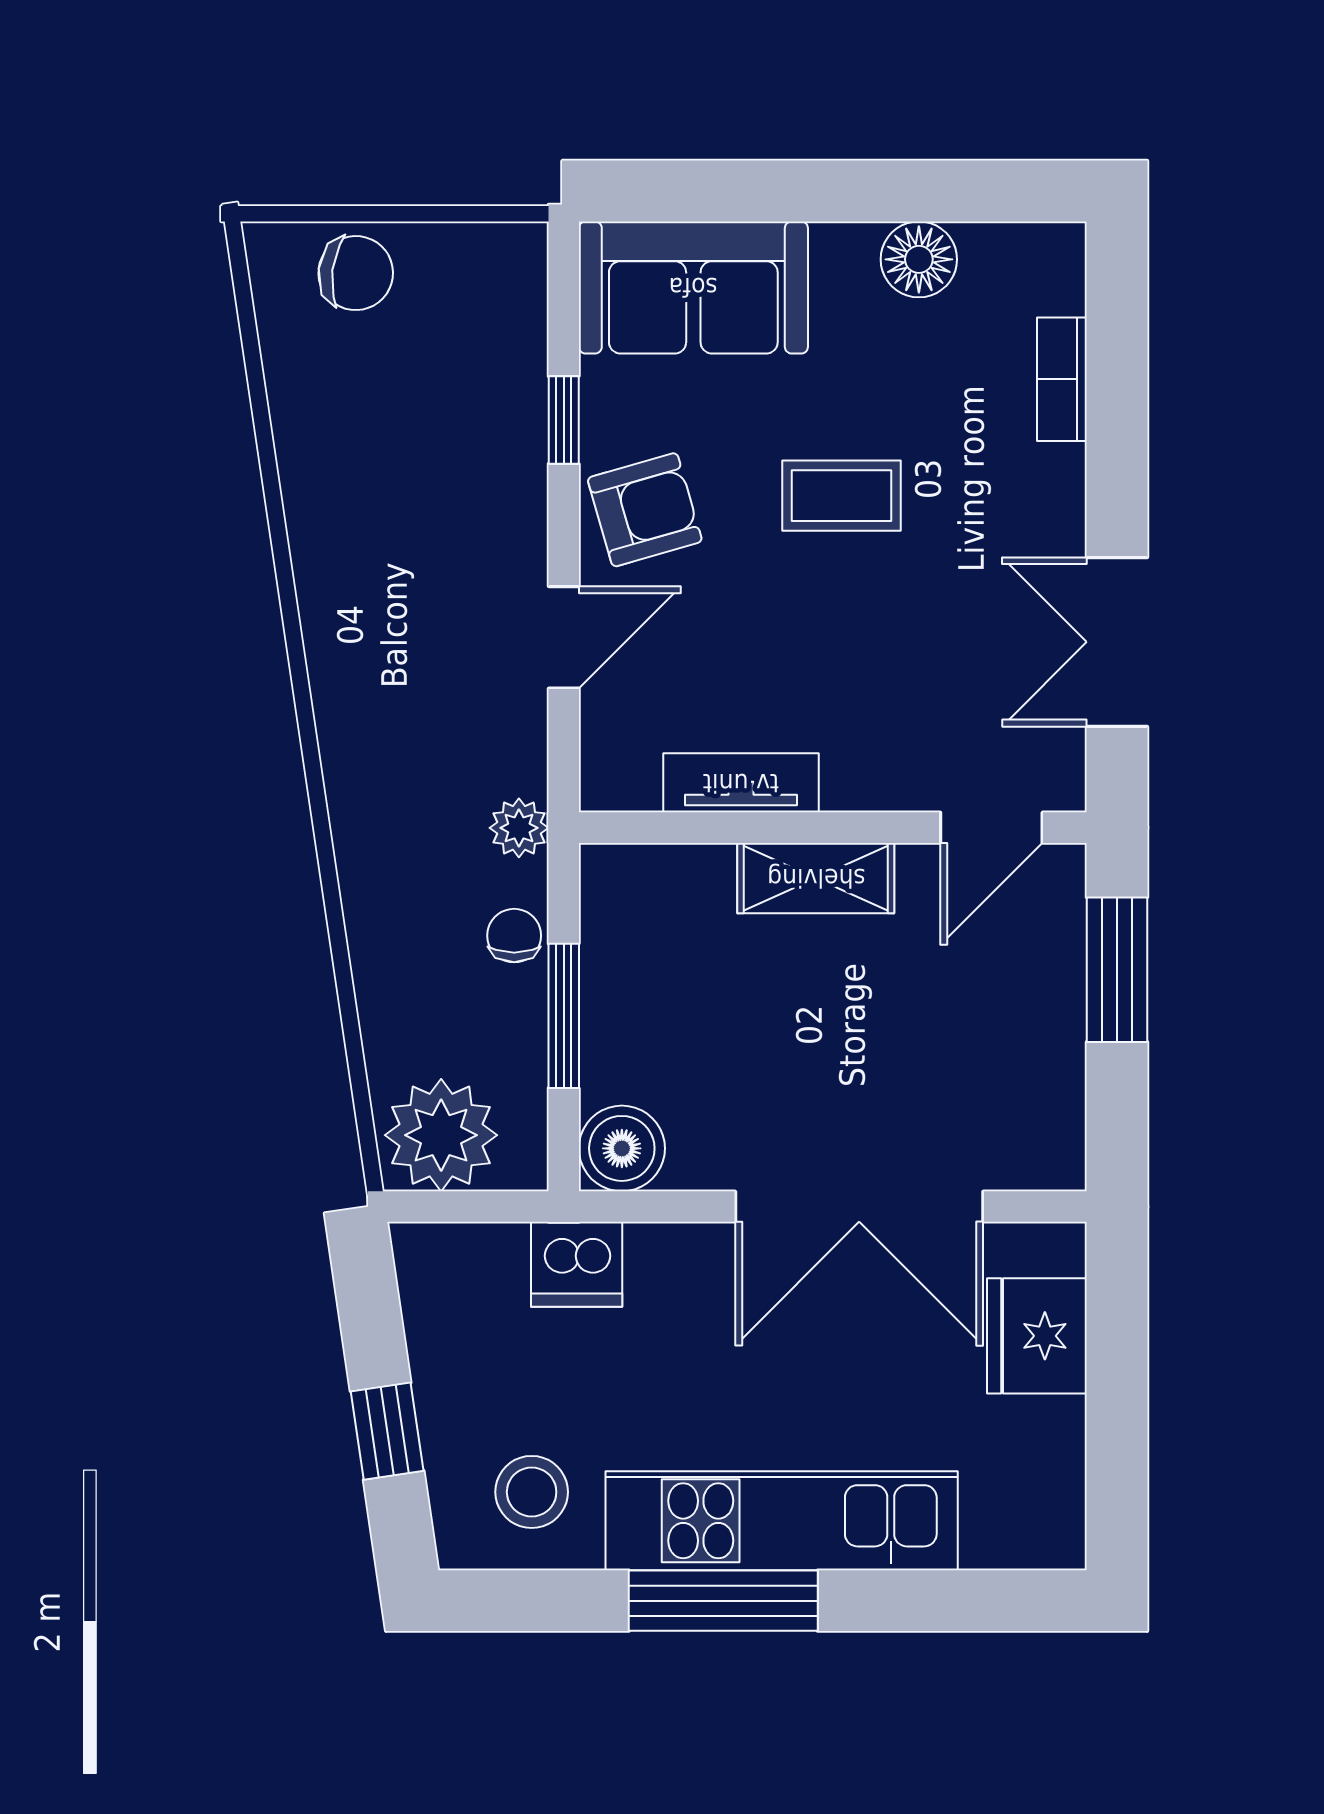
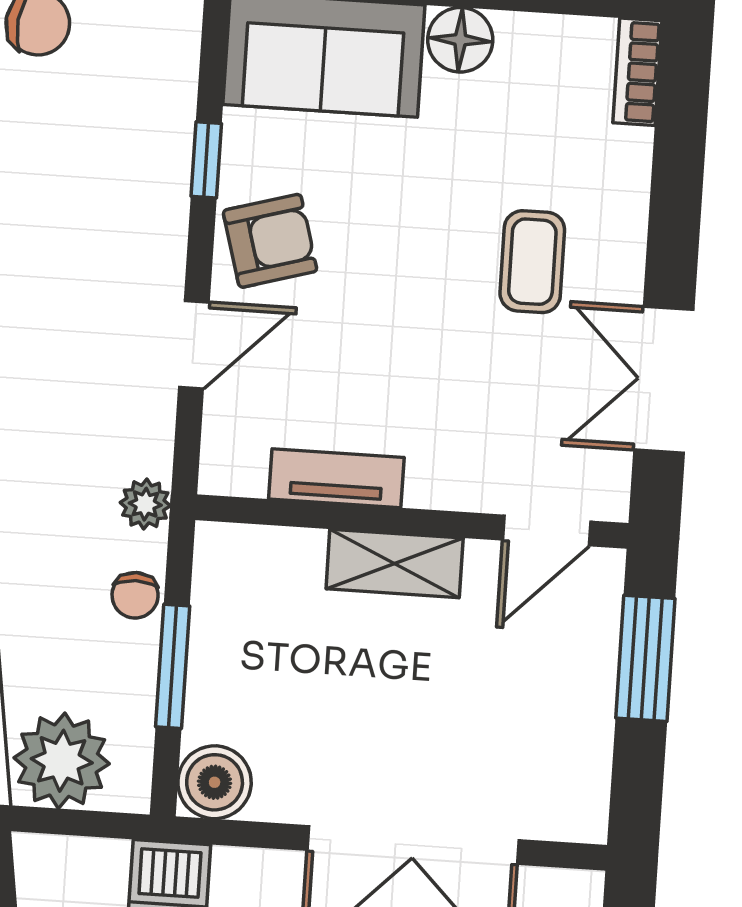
floor lamp: (919, 259) -> (460, 40), moved
bookcase: (1062, 379) -> (637, 72), moved
coffee table: (842, 496) -> (532, 262), moved, turned 90
chair: (514, 936) -> (135, 595), turned 180

